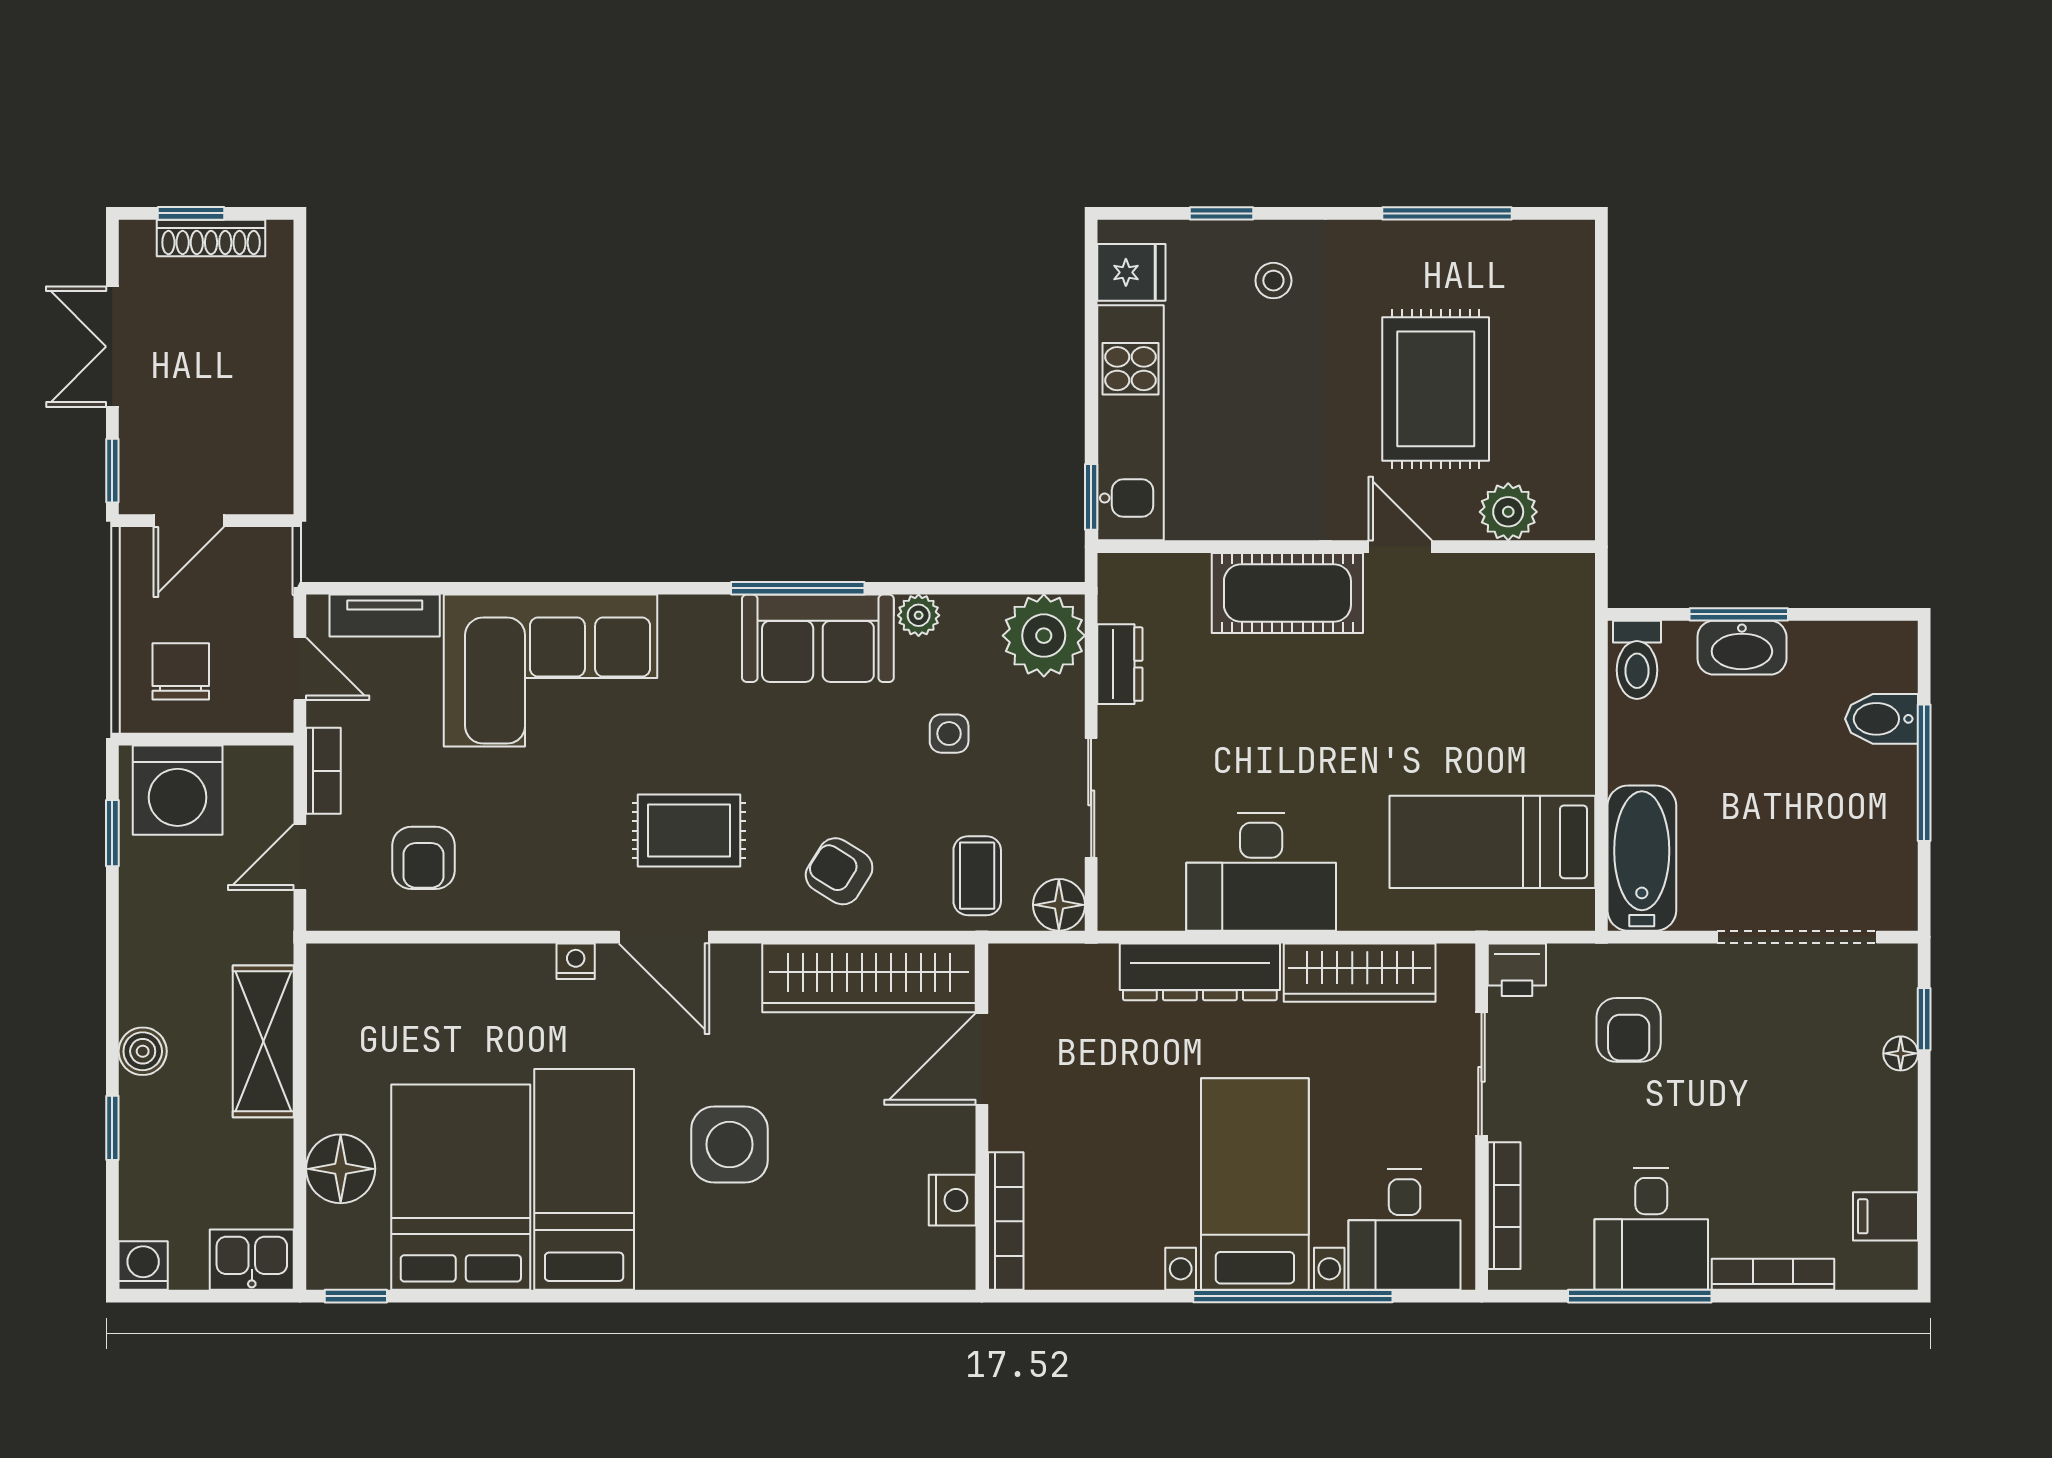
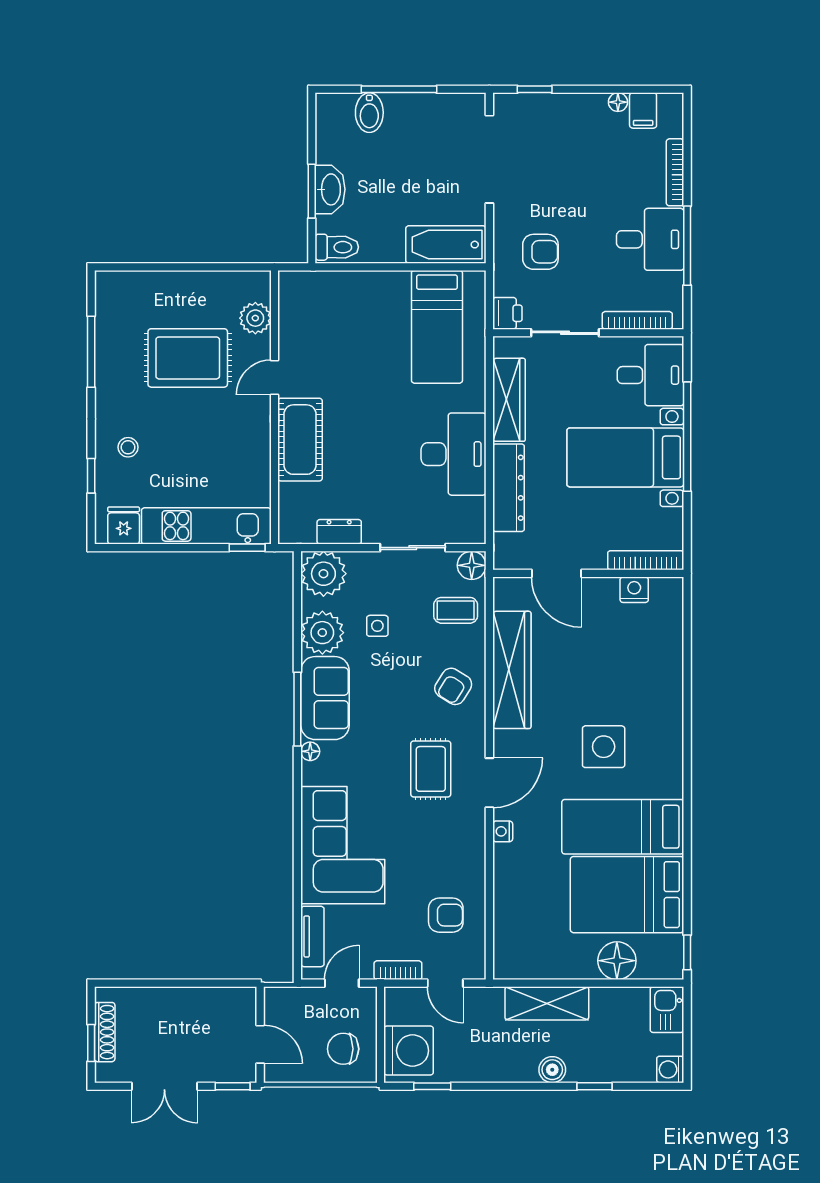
floor lamp: (721, 611) -> (310, 751), added
plant: (919, 615) -> (322, 633), width x1.88, depth x1.88
floor lamp: (1901, 1053) -> (618, 102), moved
door: (982, 1059) -> (556, 573), moved
wall: (982, 1117) -> (588, 573), moved
nightstand: (952, 1200) -> (634, 590), moved
bookcase: (1006, 1221) -> (646, 560), moved

